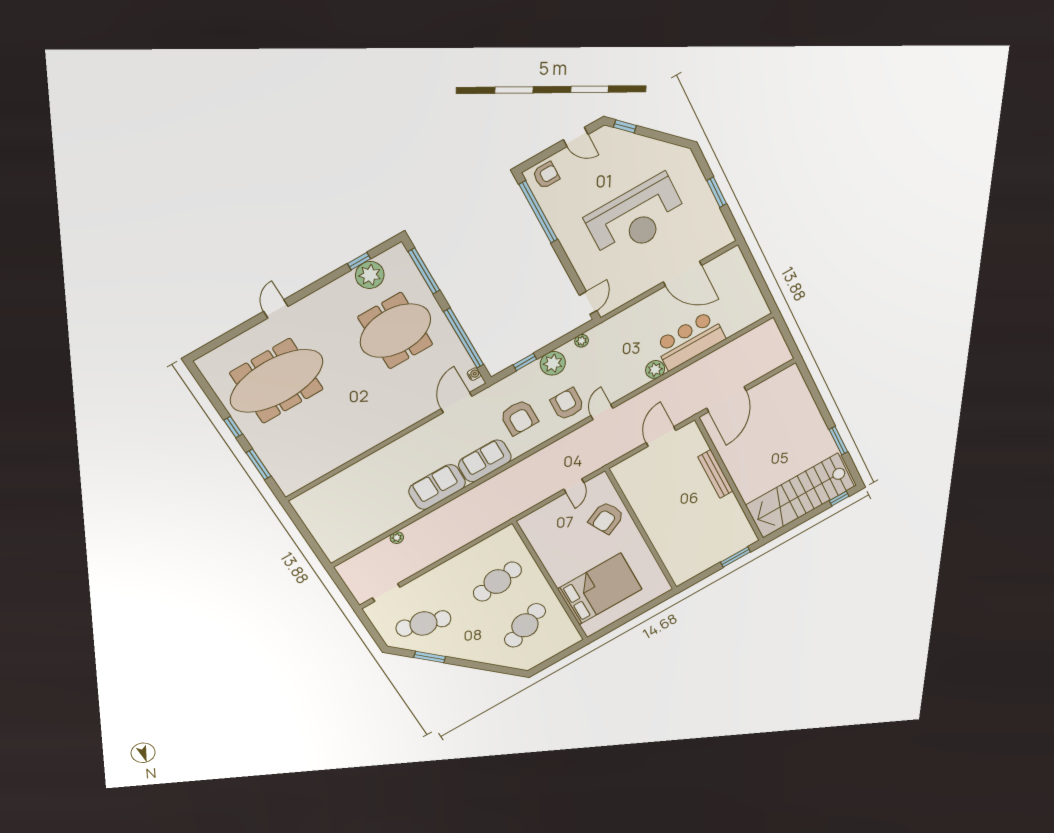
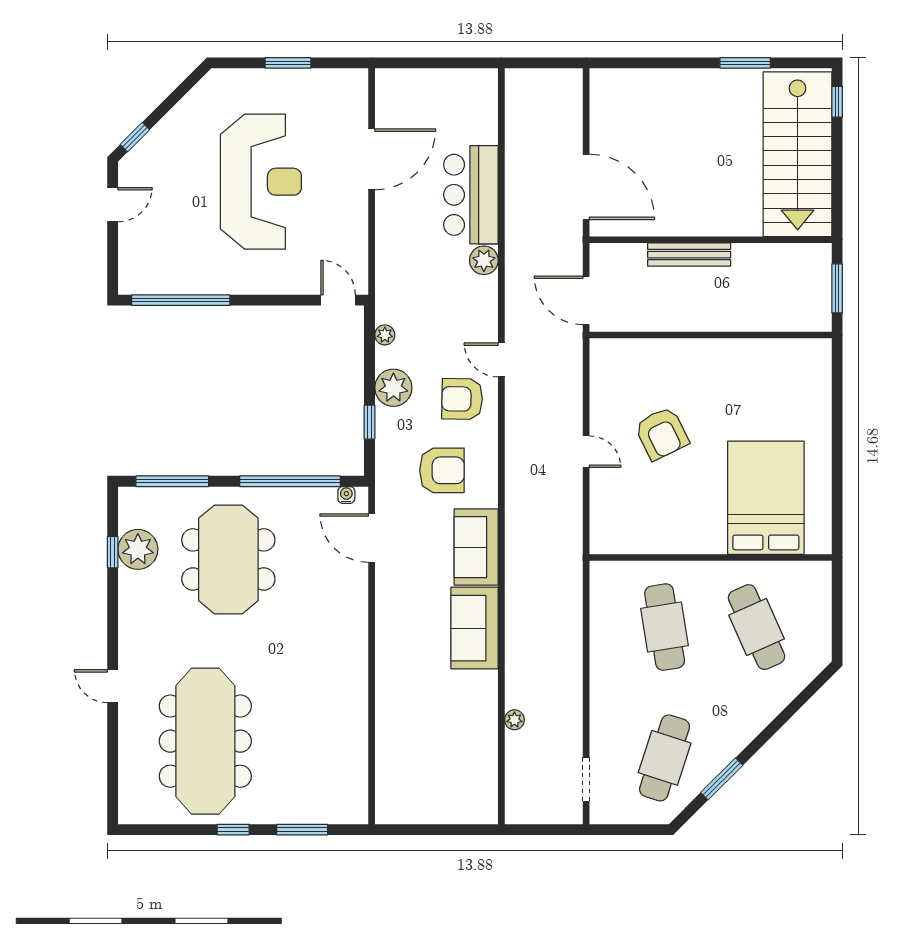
armchair: (546, 175) -> (139, 266), removed
wall: (641, 530) -> (711, 335), moved

